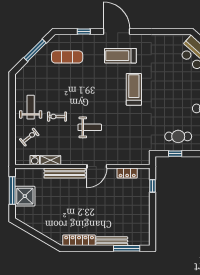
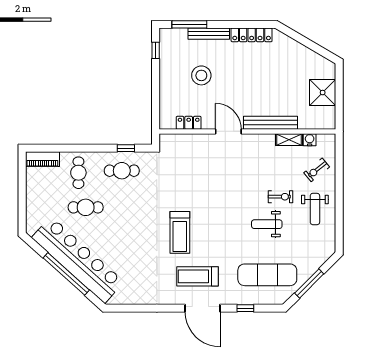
treadmill: (120, 56) -> (198, 276), turned 180
exercise mat: (67, 57) -> (267, 275), width x1.36, depth x1.45
weight bench: (90, 127) -> (267, 224), moved
door: (97, 166) -> (228, 131), hinge flipped
window: (152, 186) -> (156, 50), moved
window: (12, 190) -> (339, 100), removed
stool: (117, 209) -> (201, 75), added

